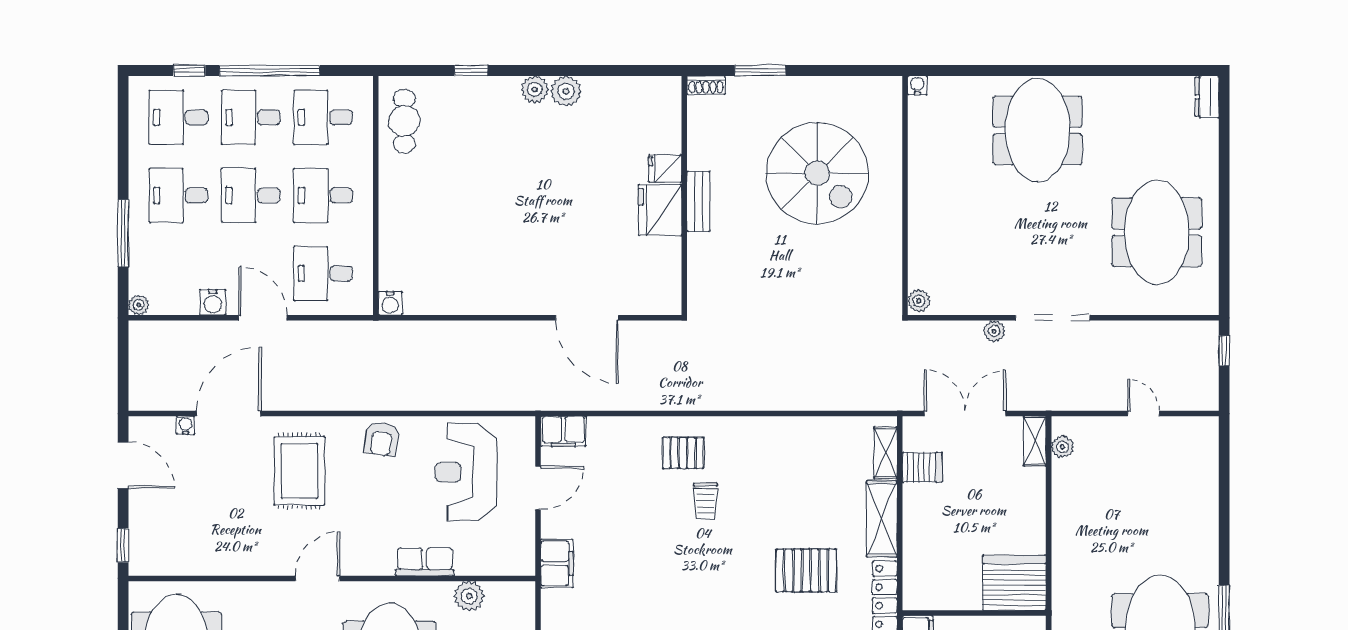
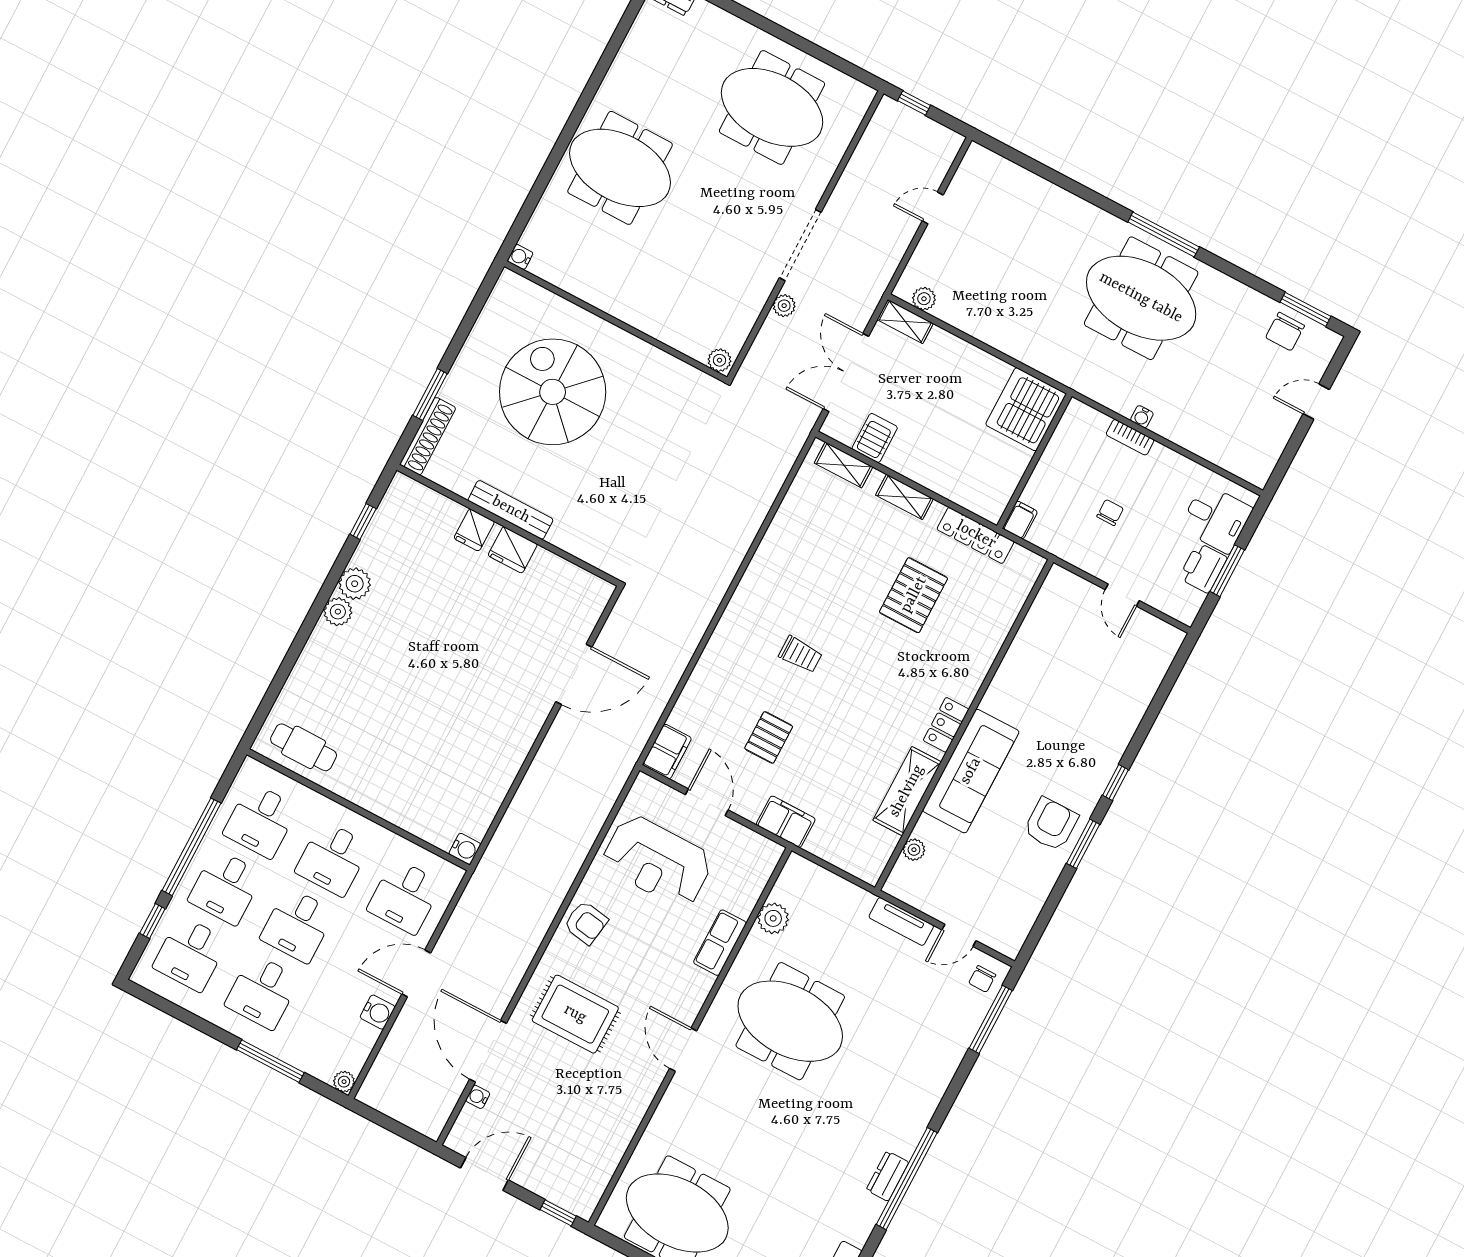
window: (471, 70) -> (363, 521), moved
shoe rack: (706, 85) -> (428, 436), width x1.94, depth x1.24
spiral stairs: (817, 173) -> (553, 392), turned -90
bench: (698, 201) -> (511, 510), width x1.36
fridge: (660, 210) -> (513, 550), width x0.73, depth x0.75
pallet: (683, 453) -> (769, 737), moved
shelving: (882, 519) -> (904, 497), width x0.67, depth x0.75

